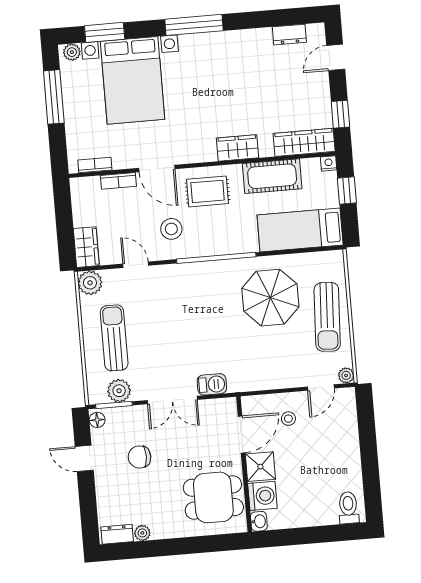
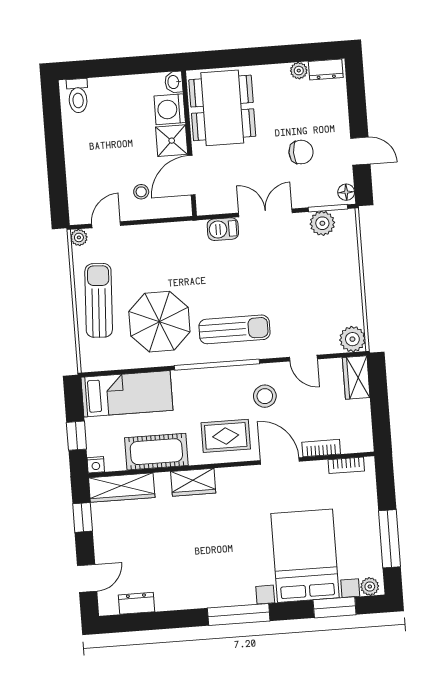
sun lounger: (114, 338) -> (235, 329), moved, turned -90
dining table: (213, 497) -> (222, 108), width x1.37

